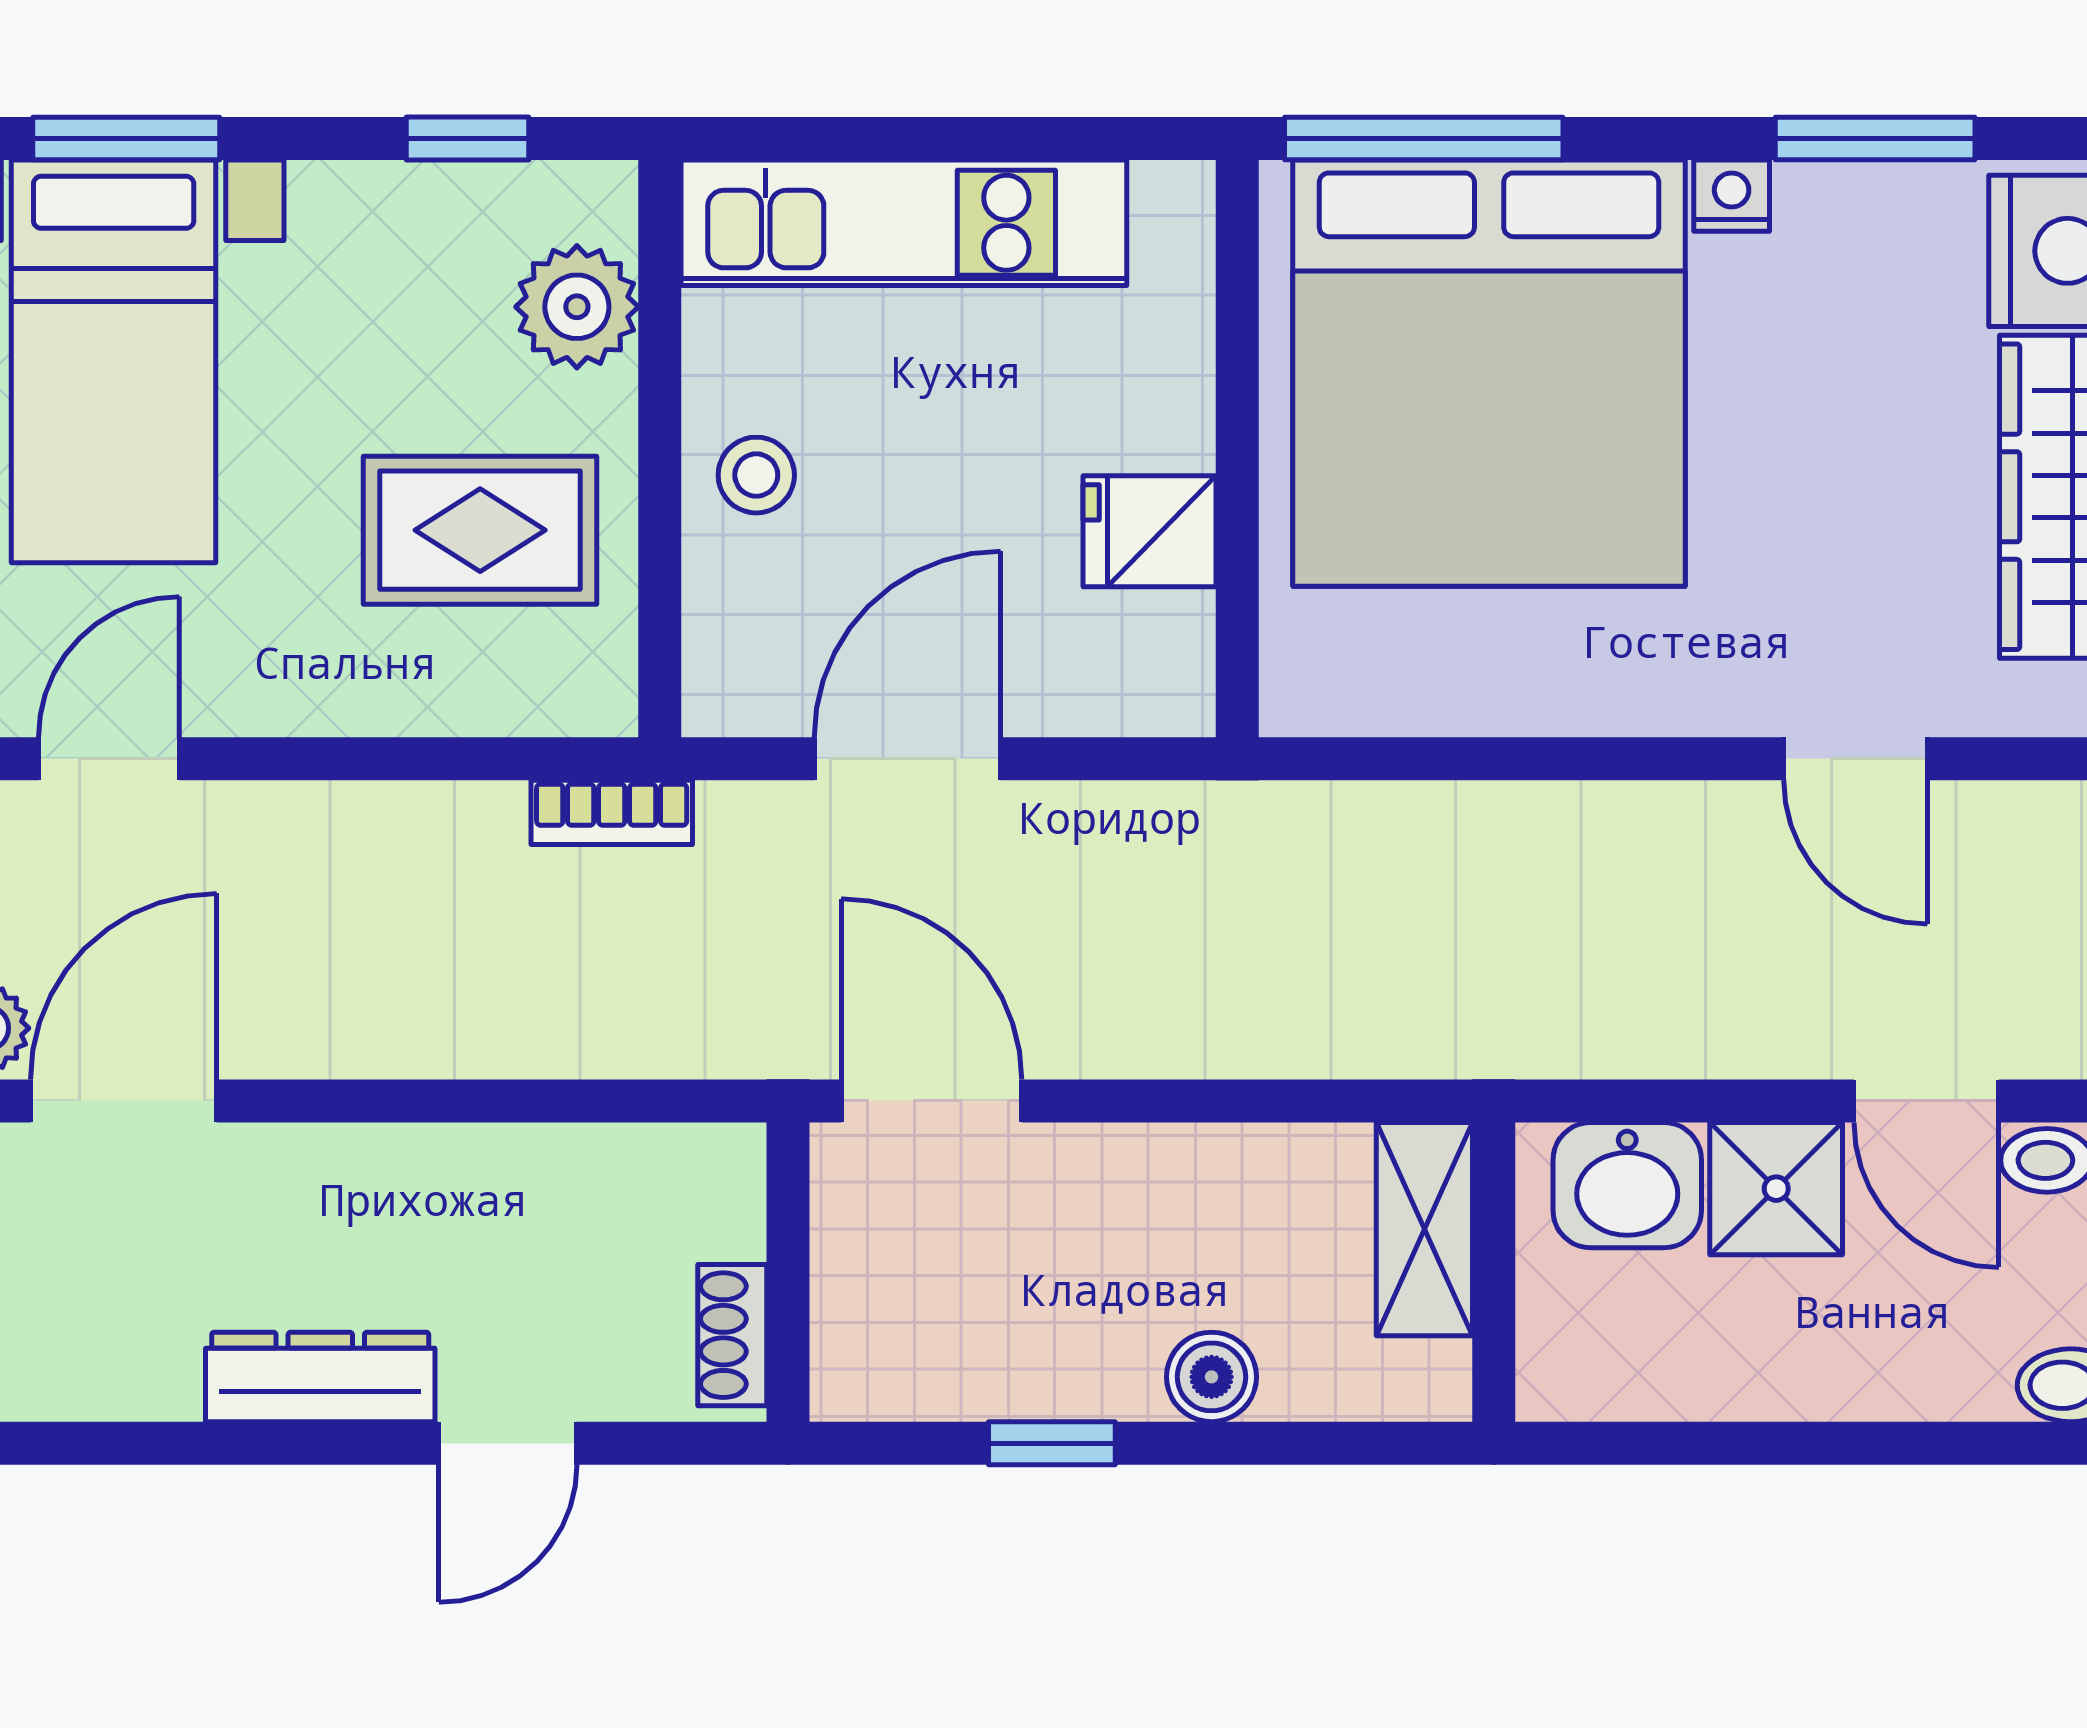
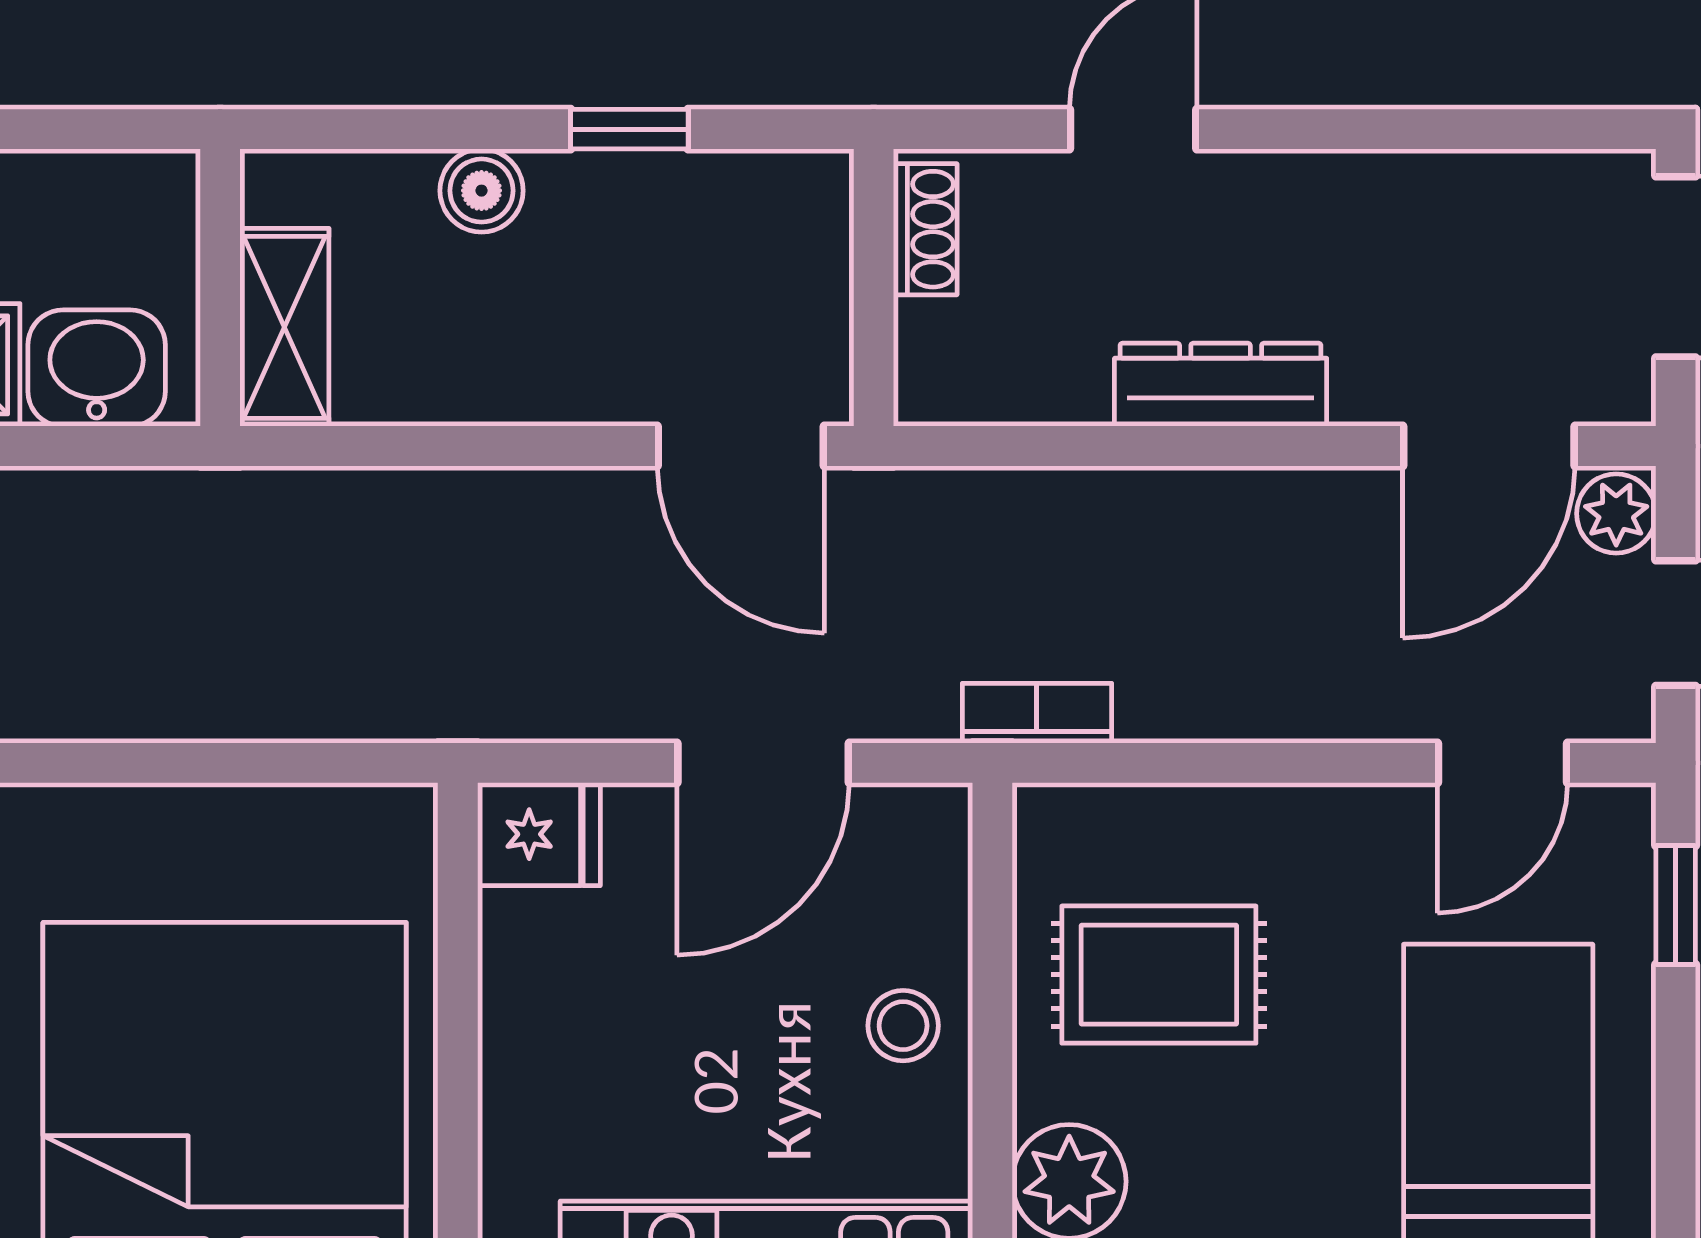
fridge: (1150, 531) -> (539, 834), moved
dresser: (320, 1377) -> (1221, 385), moved, turned 180

